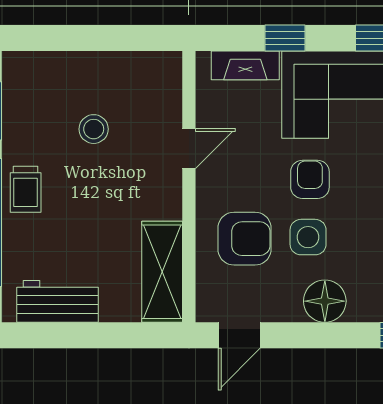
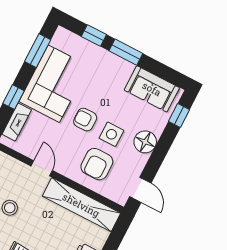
armchair: (244, 239) -> (97, 164), turned 180
shelving: (162, 272) -> (81, 205), width x1.47

